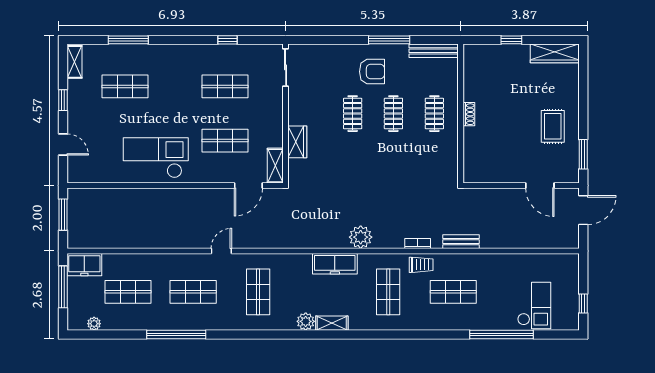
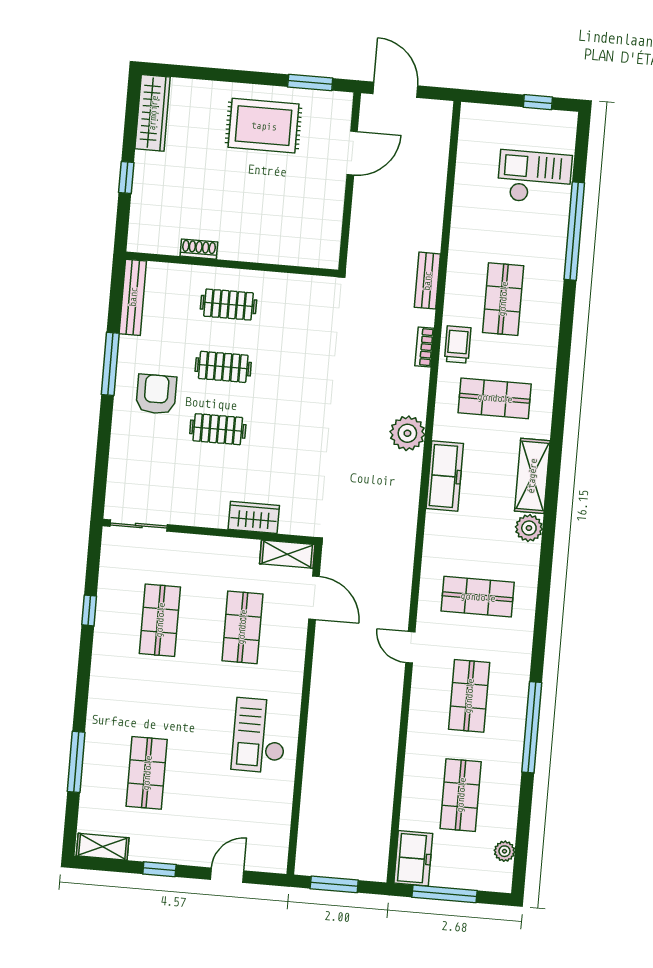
shoe rack: (469, 114) -> (199, 249), moved
rug: (553, 126) -> (264, 126), width x1.36, depth x1.43
checkout: (156, 158) -> (259, 735), width x0.73, depth x0.83
shelving: (332, 323) -> (532, 476), width x1.50, depth x1.33

